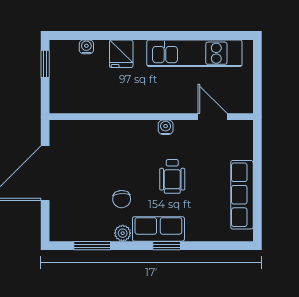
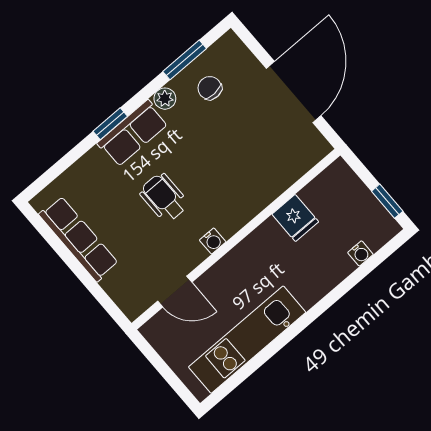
fridge: (121, 54) -> (295, 218), moved, turned 180
chair: (122, 199) -> (210, 88), moved

